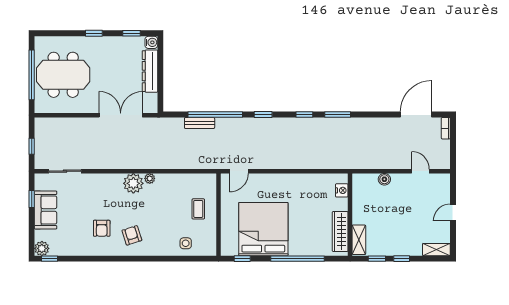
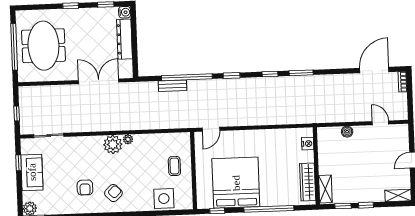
meeting table: (63, 75) -> (43, 46), turned 90
armchair: (132, 235) -> (113, 193), turned 64
side table: (186, 243) -> (164, 199), width x1.87, depth x1.87

